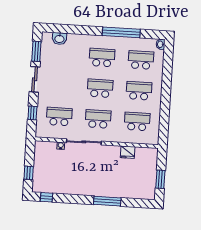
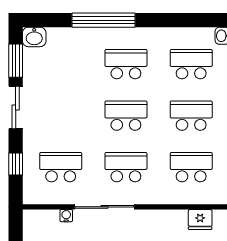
window: (121, 32) -> (104, 20), moved
washbasin: (59, 39) -> (34, 37), moved
fridge: (128, 152) -> (200, 220), moved

